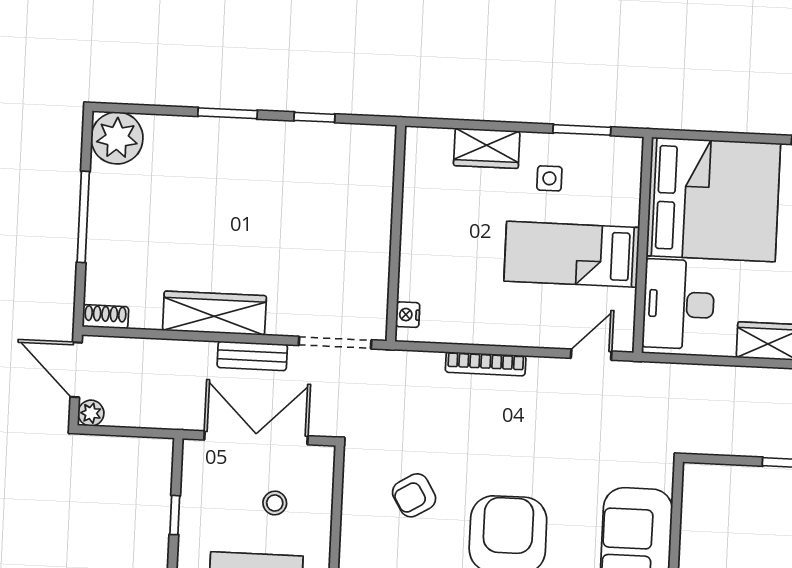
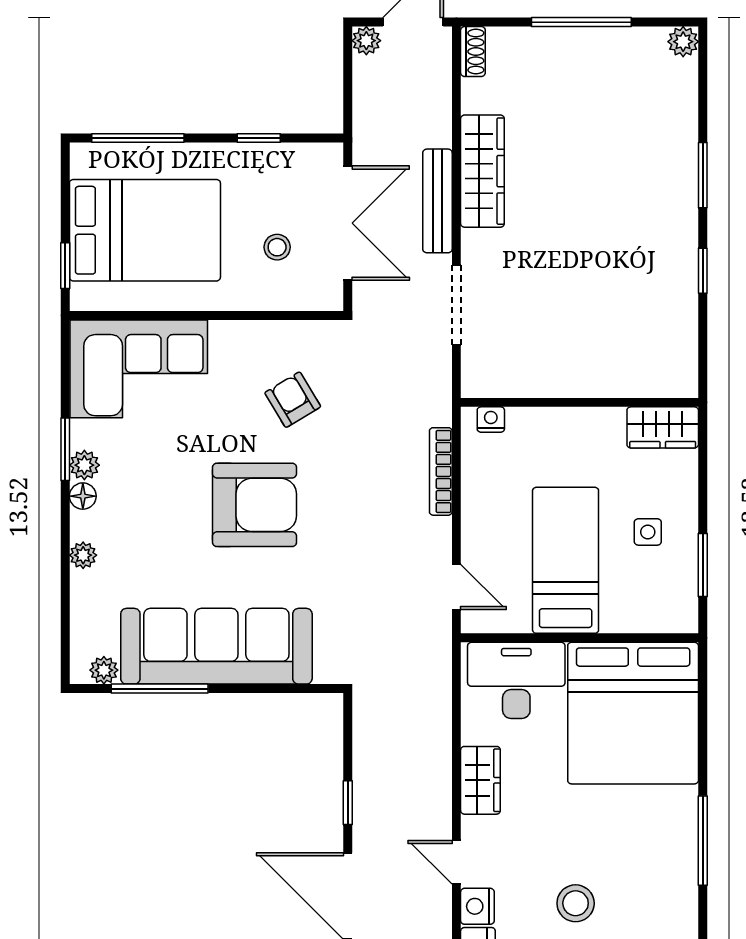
plant: (117, 138) -> (683, 42), width x0.53, depth x0.53
wardrobe: (487, 148) -> (663, 427), moved, turned -90
wall: (396, 233) -> (580, 402), moved
nightstand: (408, 315) -> (491, 420), moved
bench: (252, 356) -> (437, 201), width x1.36

